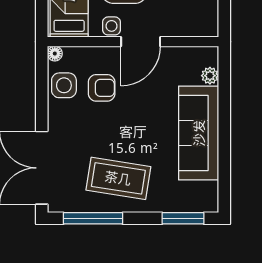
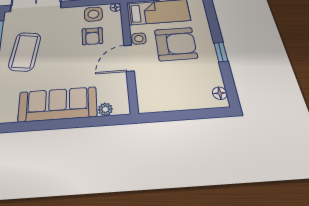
door: (141, 42) -> (129, 58), hinge flipped

